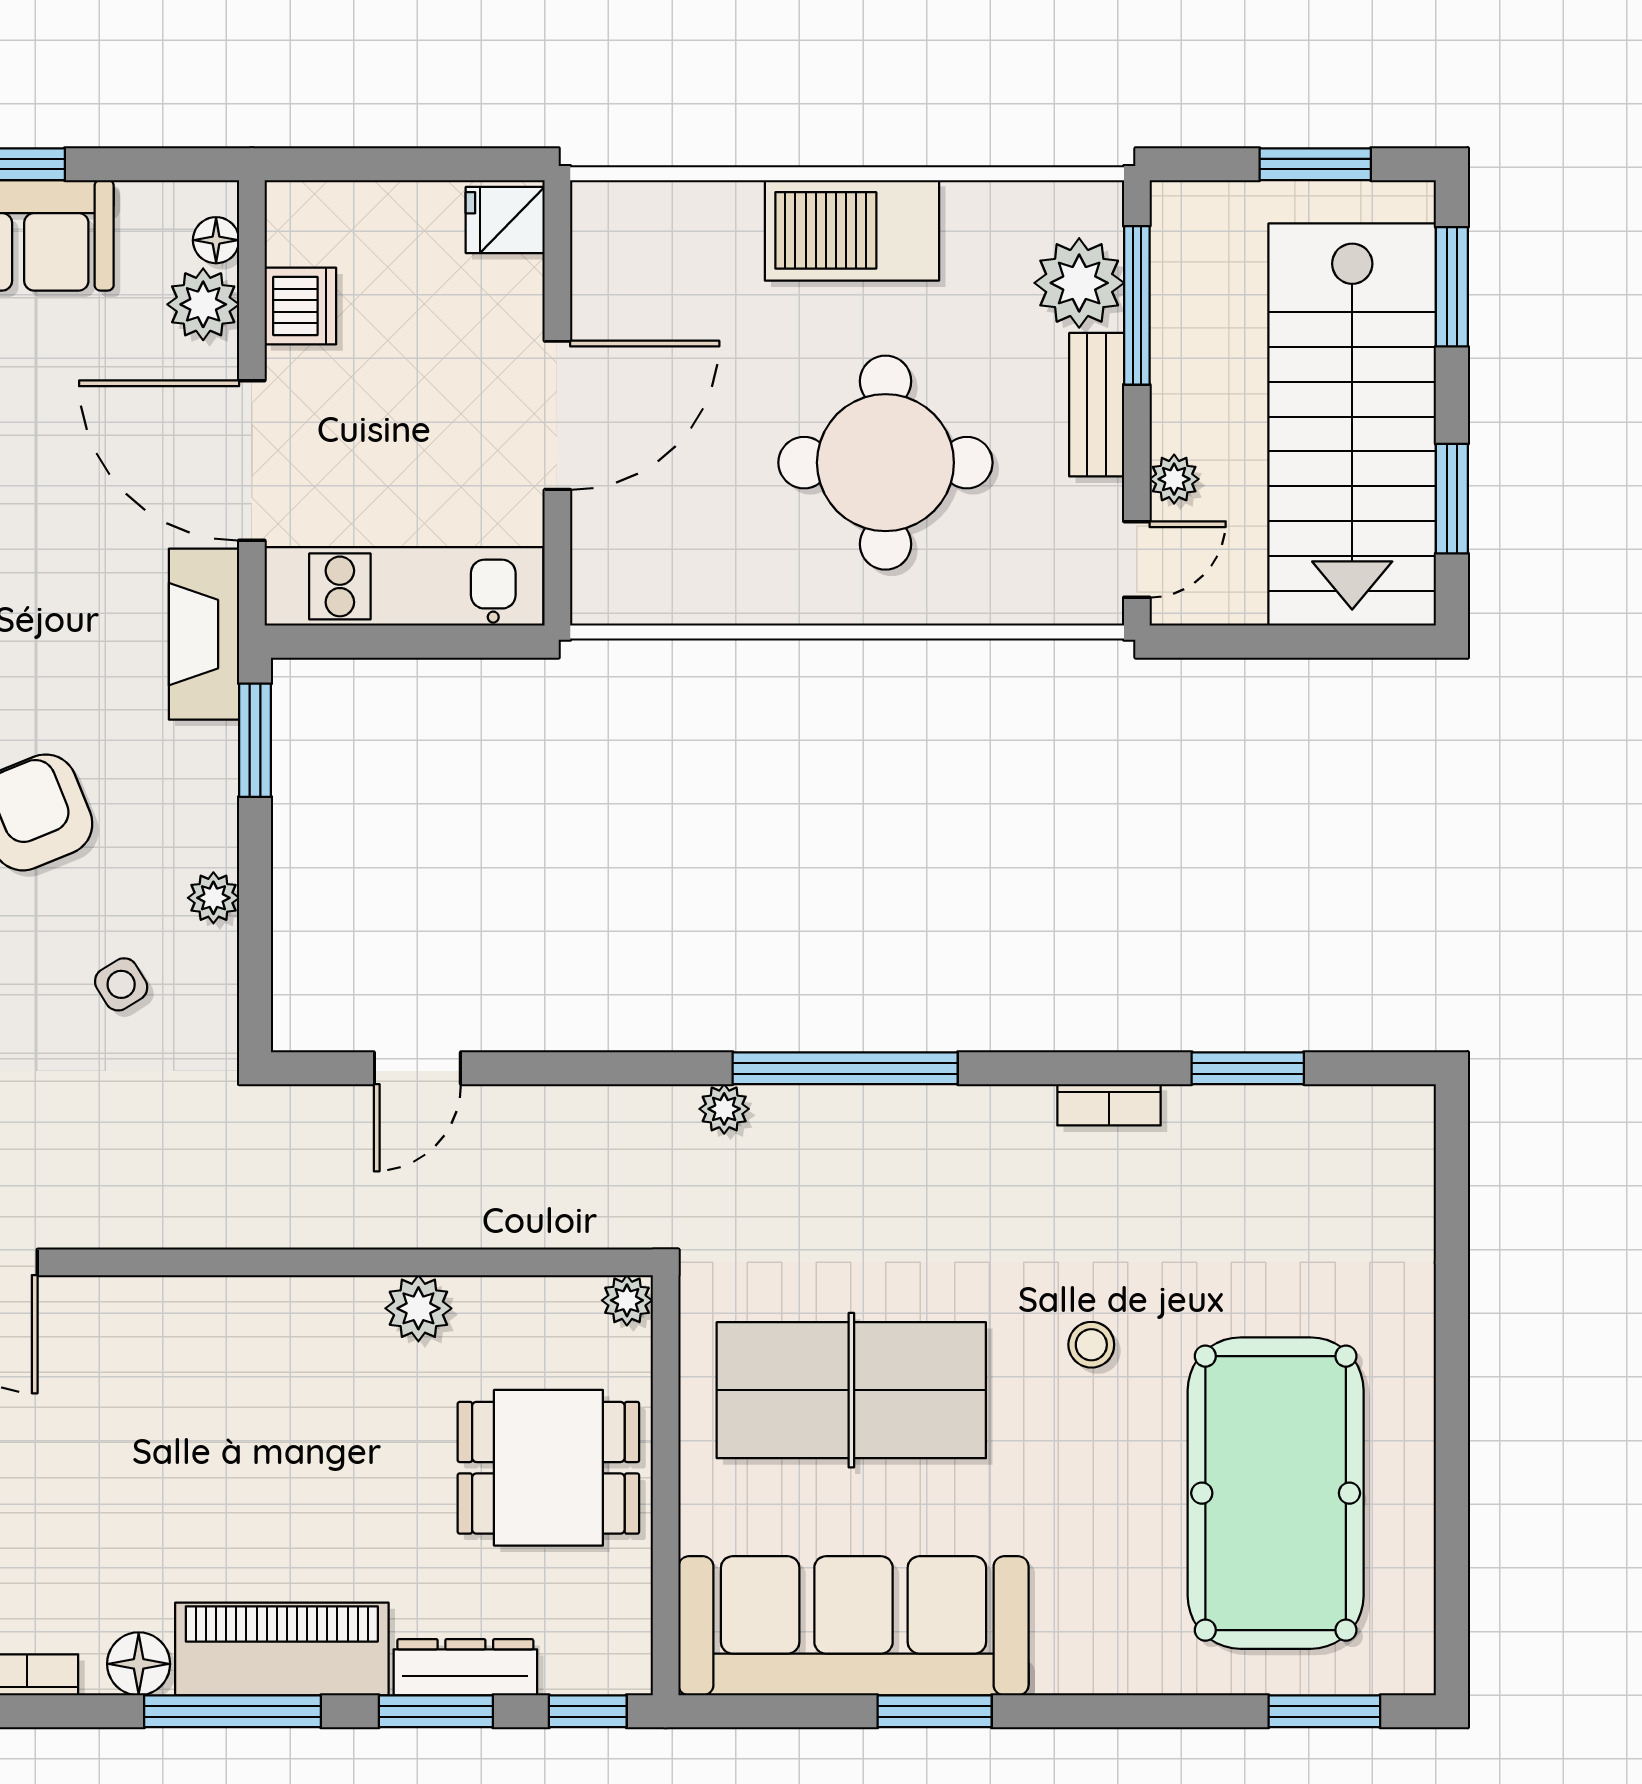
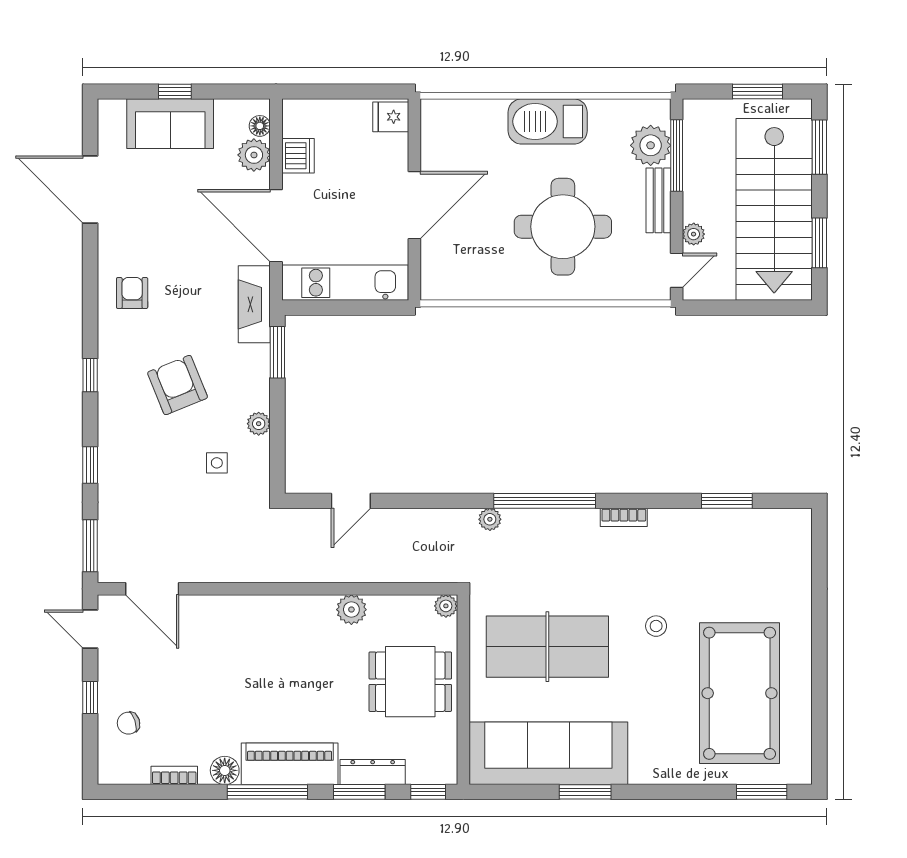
side table: (121, 984) -> (217, 463), turned 32
bookcase: (1109, 1105) -> (624, 517), moved

